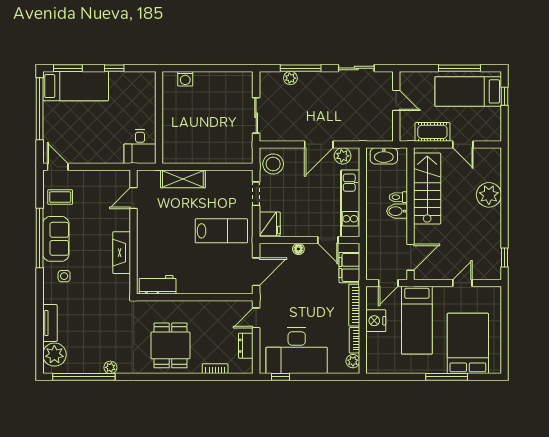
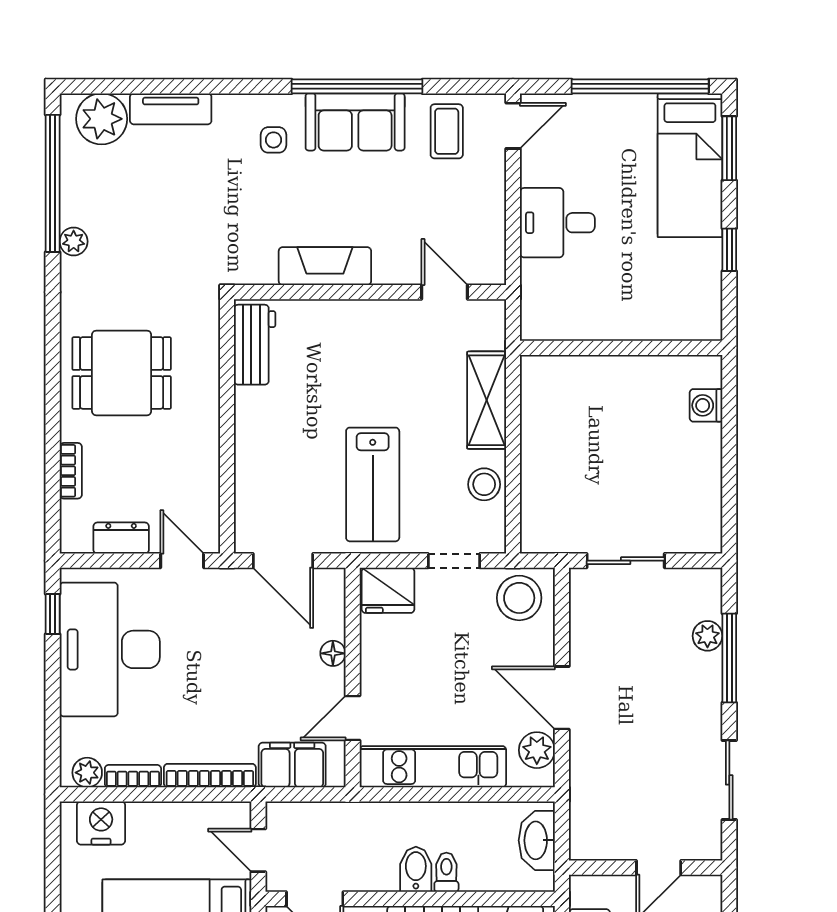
desk: (140, 147) -> (557, 223), moved
stool: (221, 180) -> (484, 484), added
nightstand: (376, 321) -> (101, 823), moved

